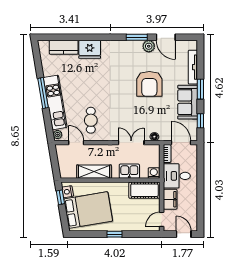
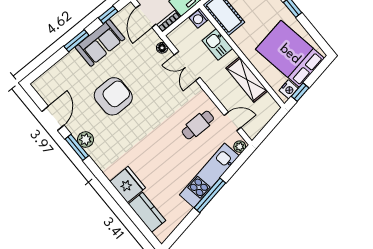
plant: (149, 46) -> (85, 140), moved
tv unit: (193, 67) -> (61, 66), removed
door: (76, 143) -> (233, 121), swing flipped

